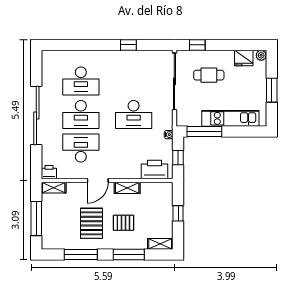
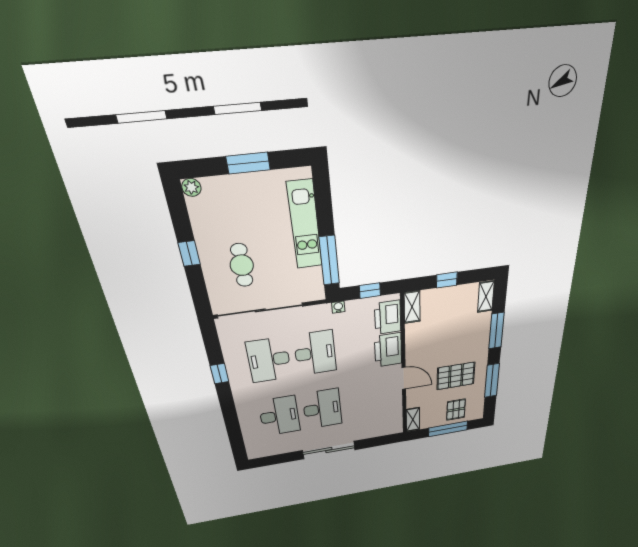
window: (197, 45) -> (189, 254), moved
fridge: (244, 58) -> (202, 216), removed
sliding door: (36, 116) -> (329, 450), width x0.73
desk: (81, 148) -> (269, 360), moved
printer: (49, 172) -> (388, 350), moved, width x1.87, depth x1.48
shelving: (127, 188) -> (412, 307), moved
pallet: (123, 223) -> (456, 410), moved

